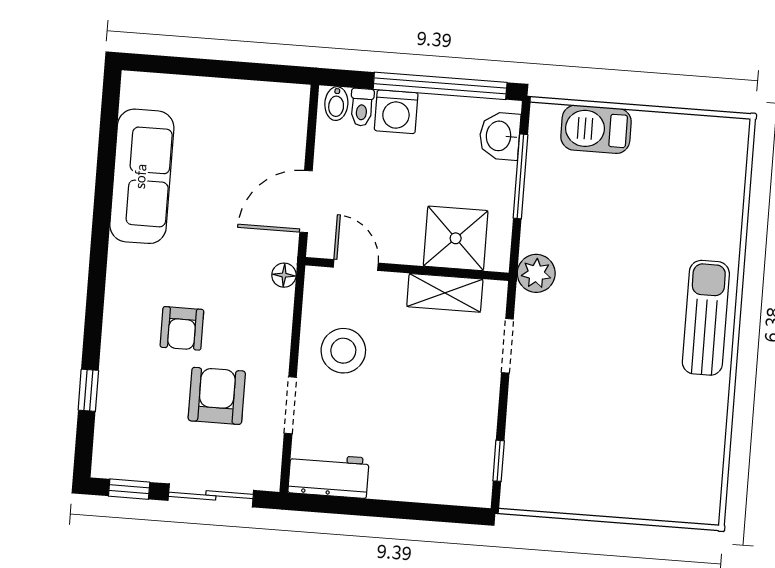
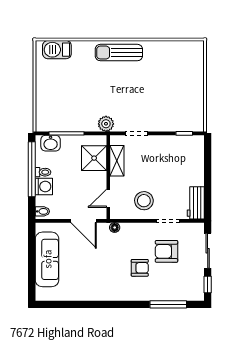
toilet: (362, 107) -> (43, 172), moved
barbecue: (596, 129) -> (57, 50), moved, turned 90
sofa: (142, 176) -> (47, 259), moved, turned 90
window: (88, 390) -> (168, 304), width x2.17

